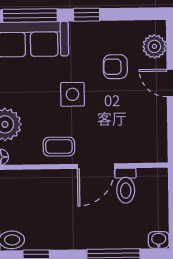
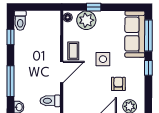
door: (96, 166) -> (62, 72), swing flipped
toilet: (126, 186) -> (50, 101), moved

